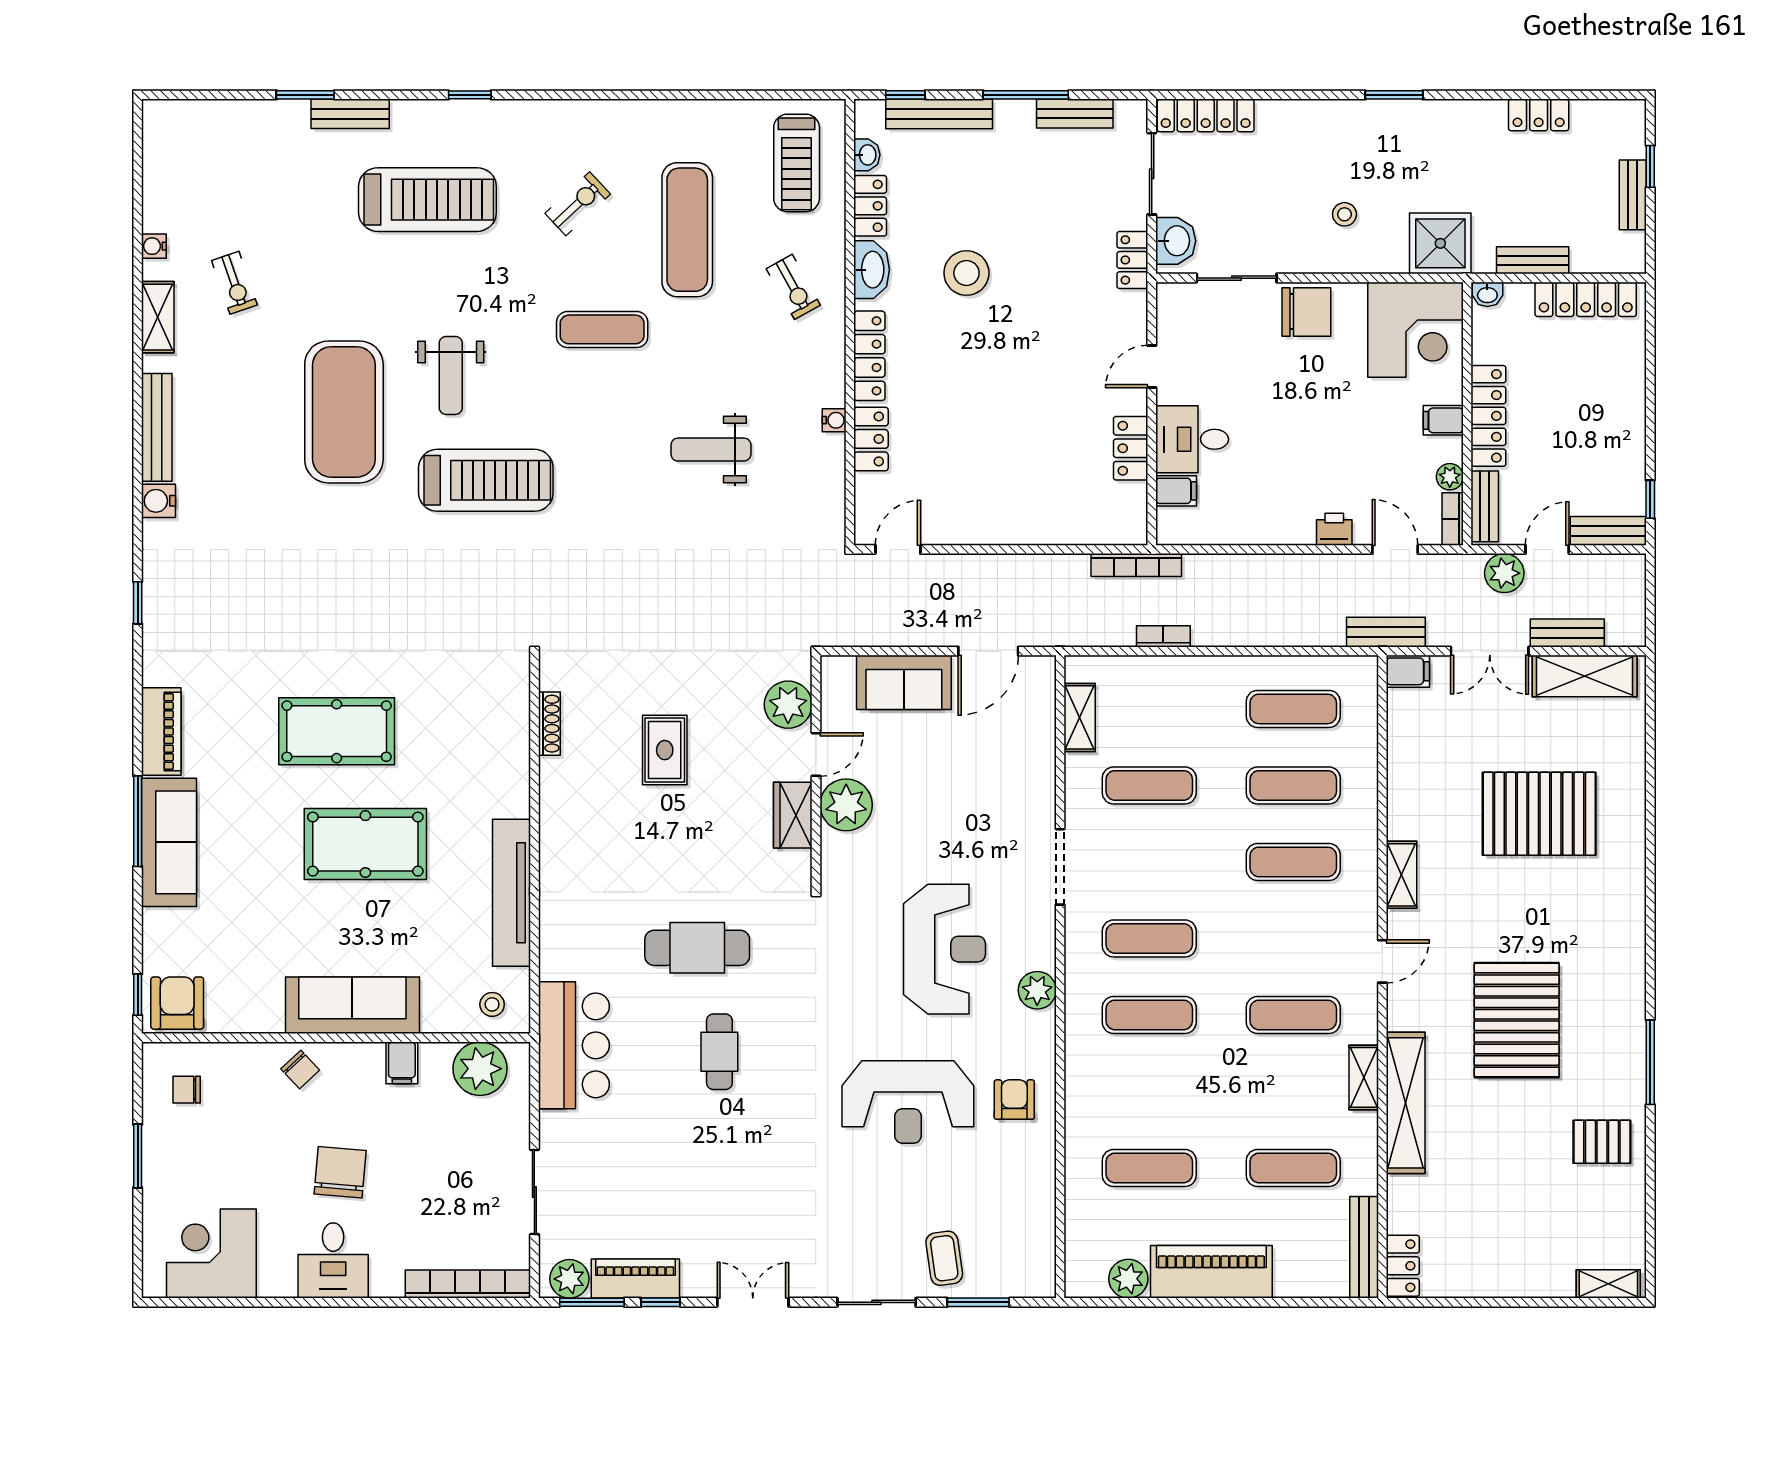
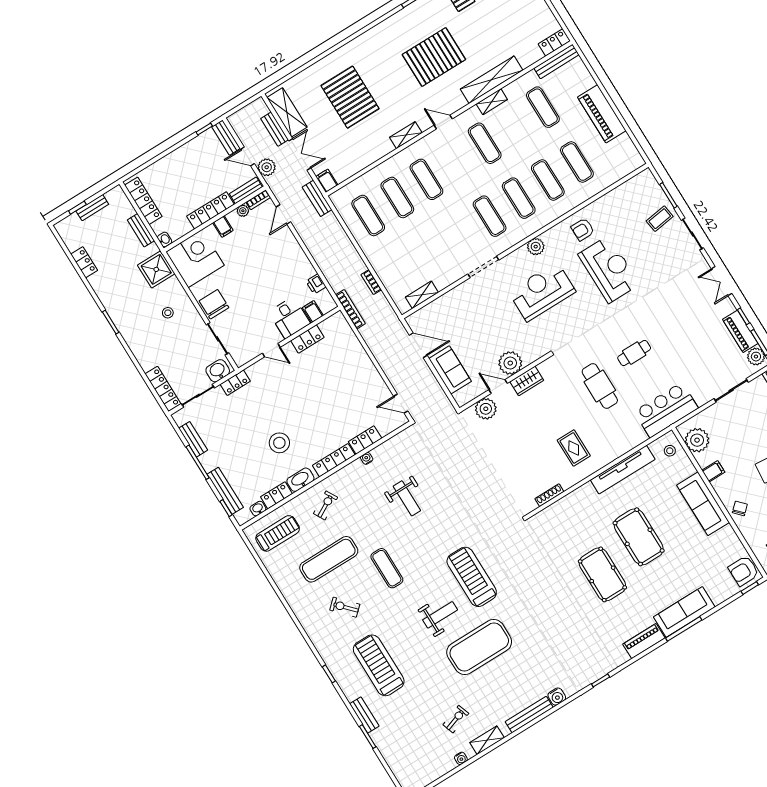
printer: (1334, 529) -> (316, 284), moved
rug: (665, 750) -> (574, 448), moved, turned 90
exercise mat: (1149, 785) -> (548, 180), moved
plant: (1128, 1279) -> (624, 144), removed

